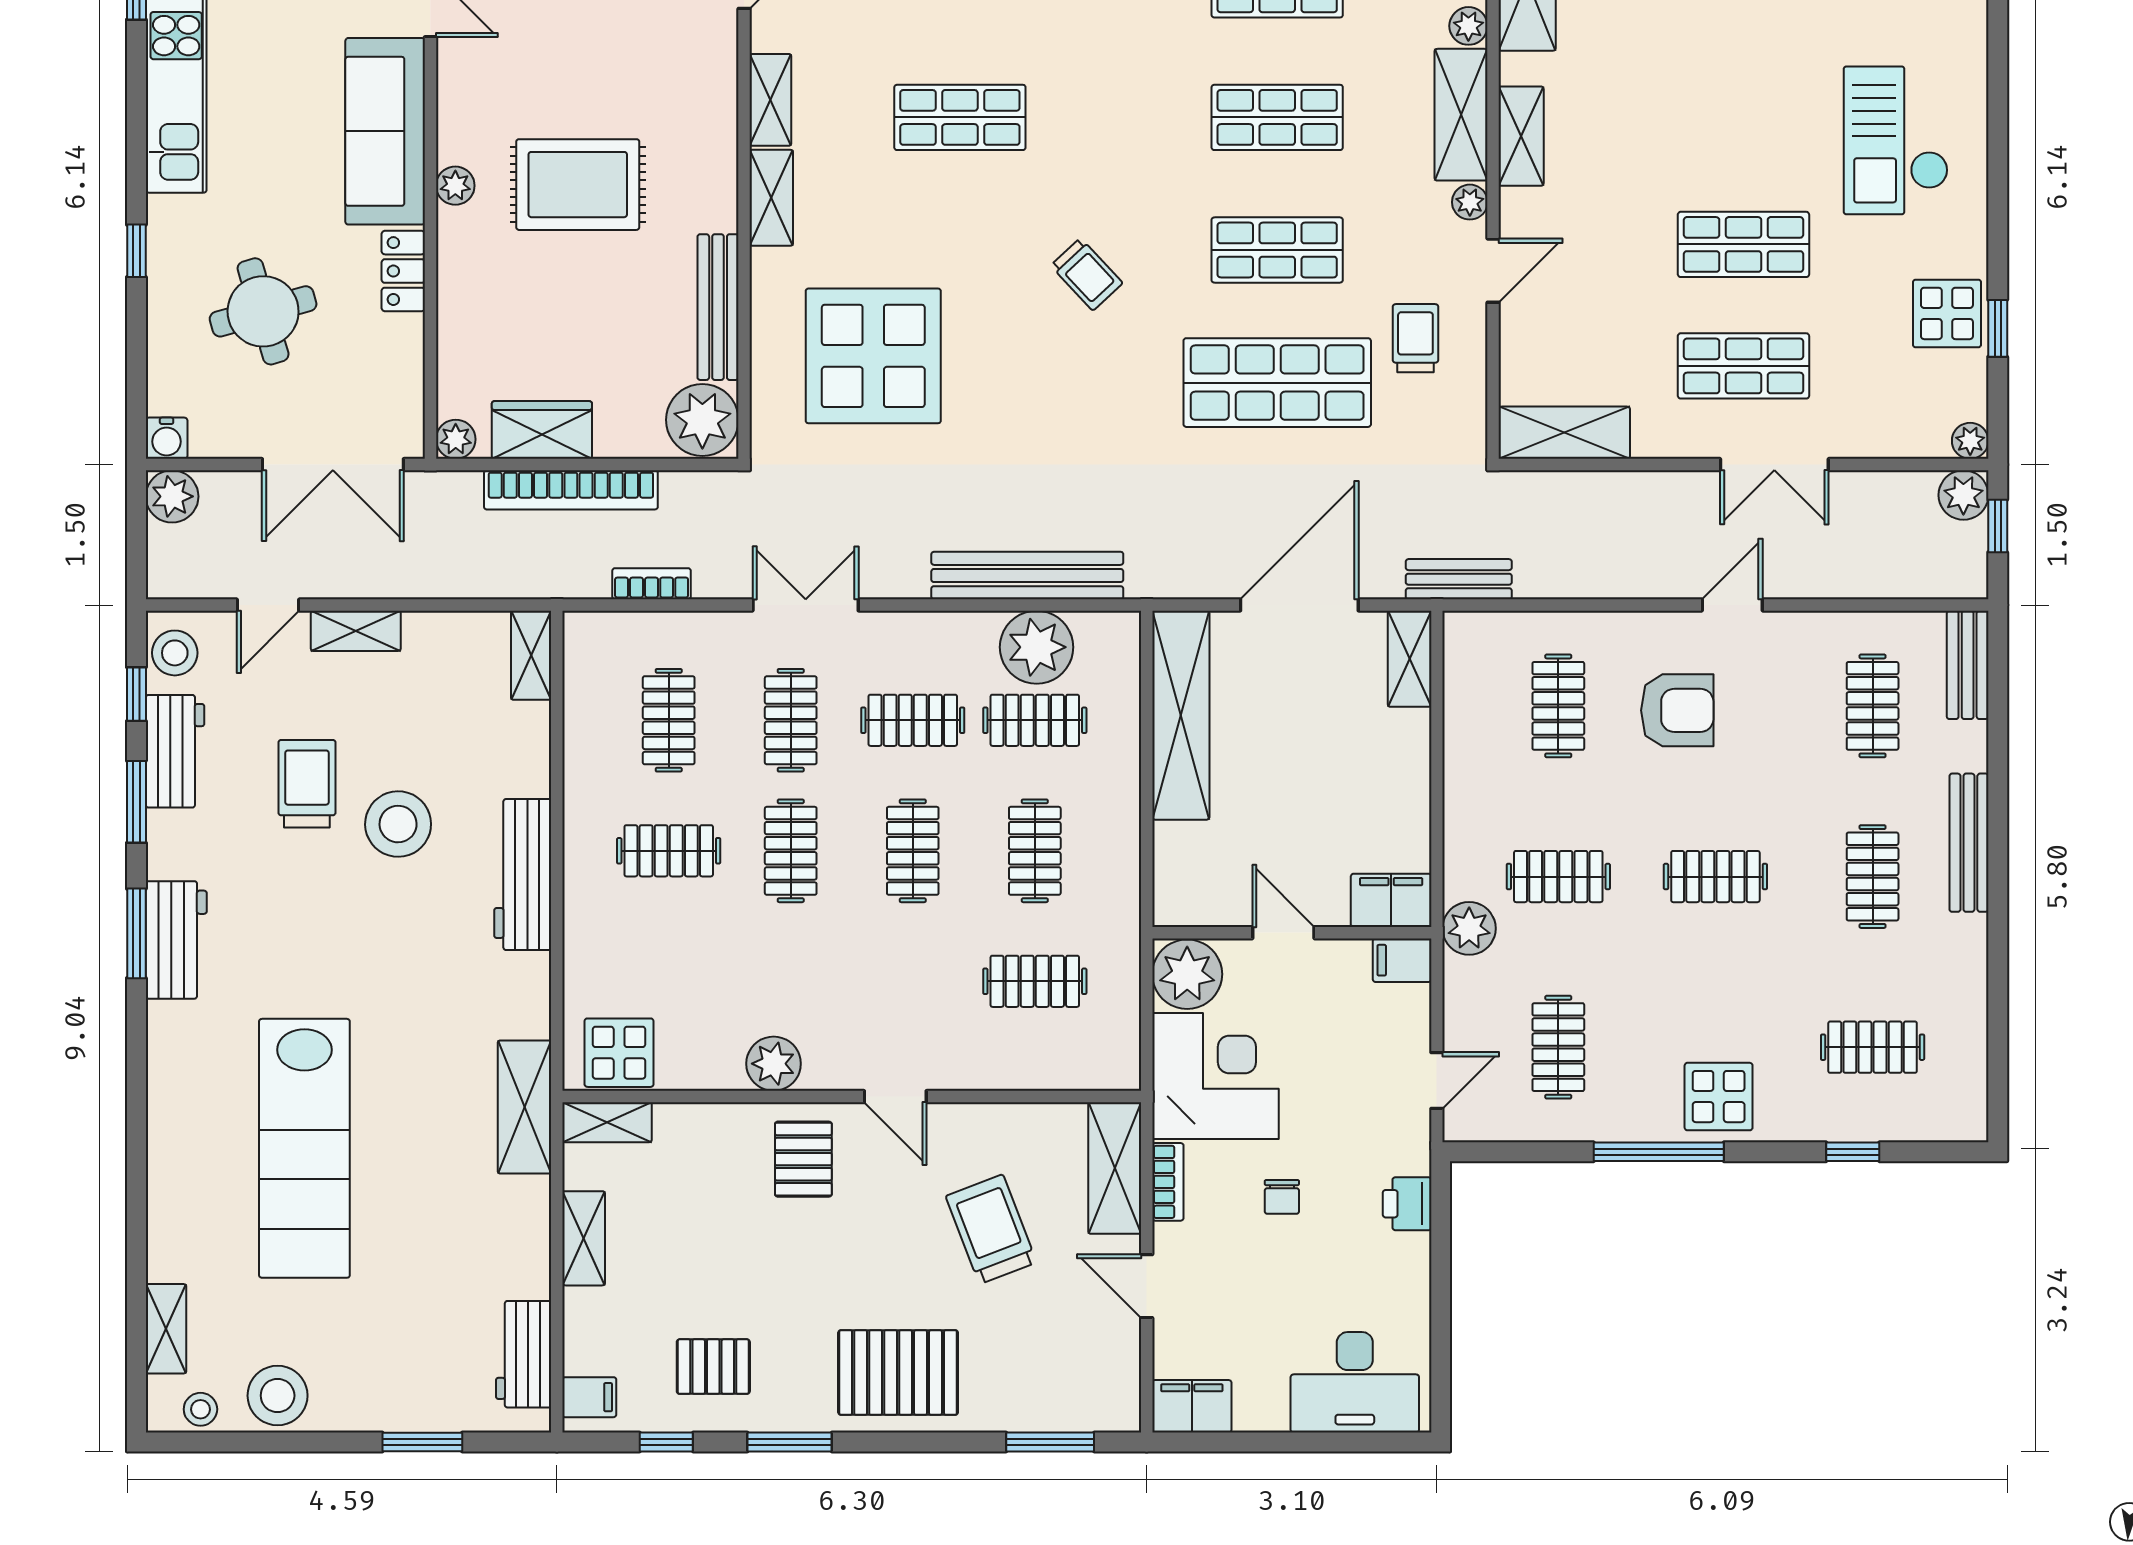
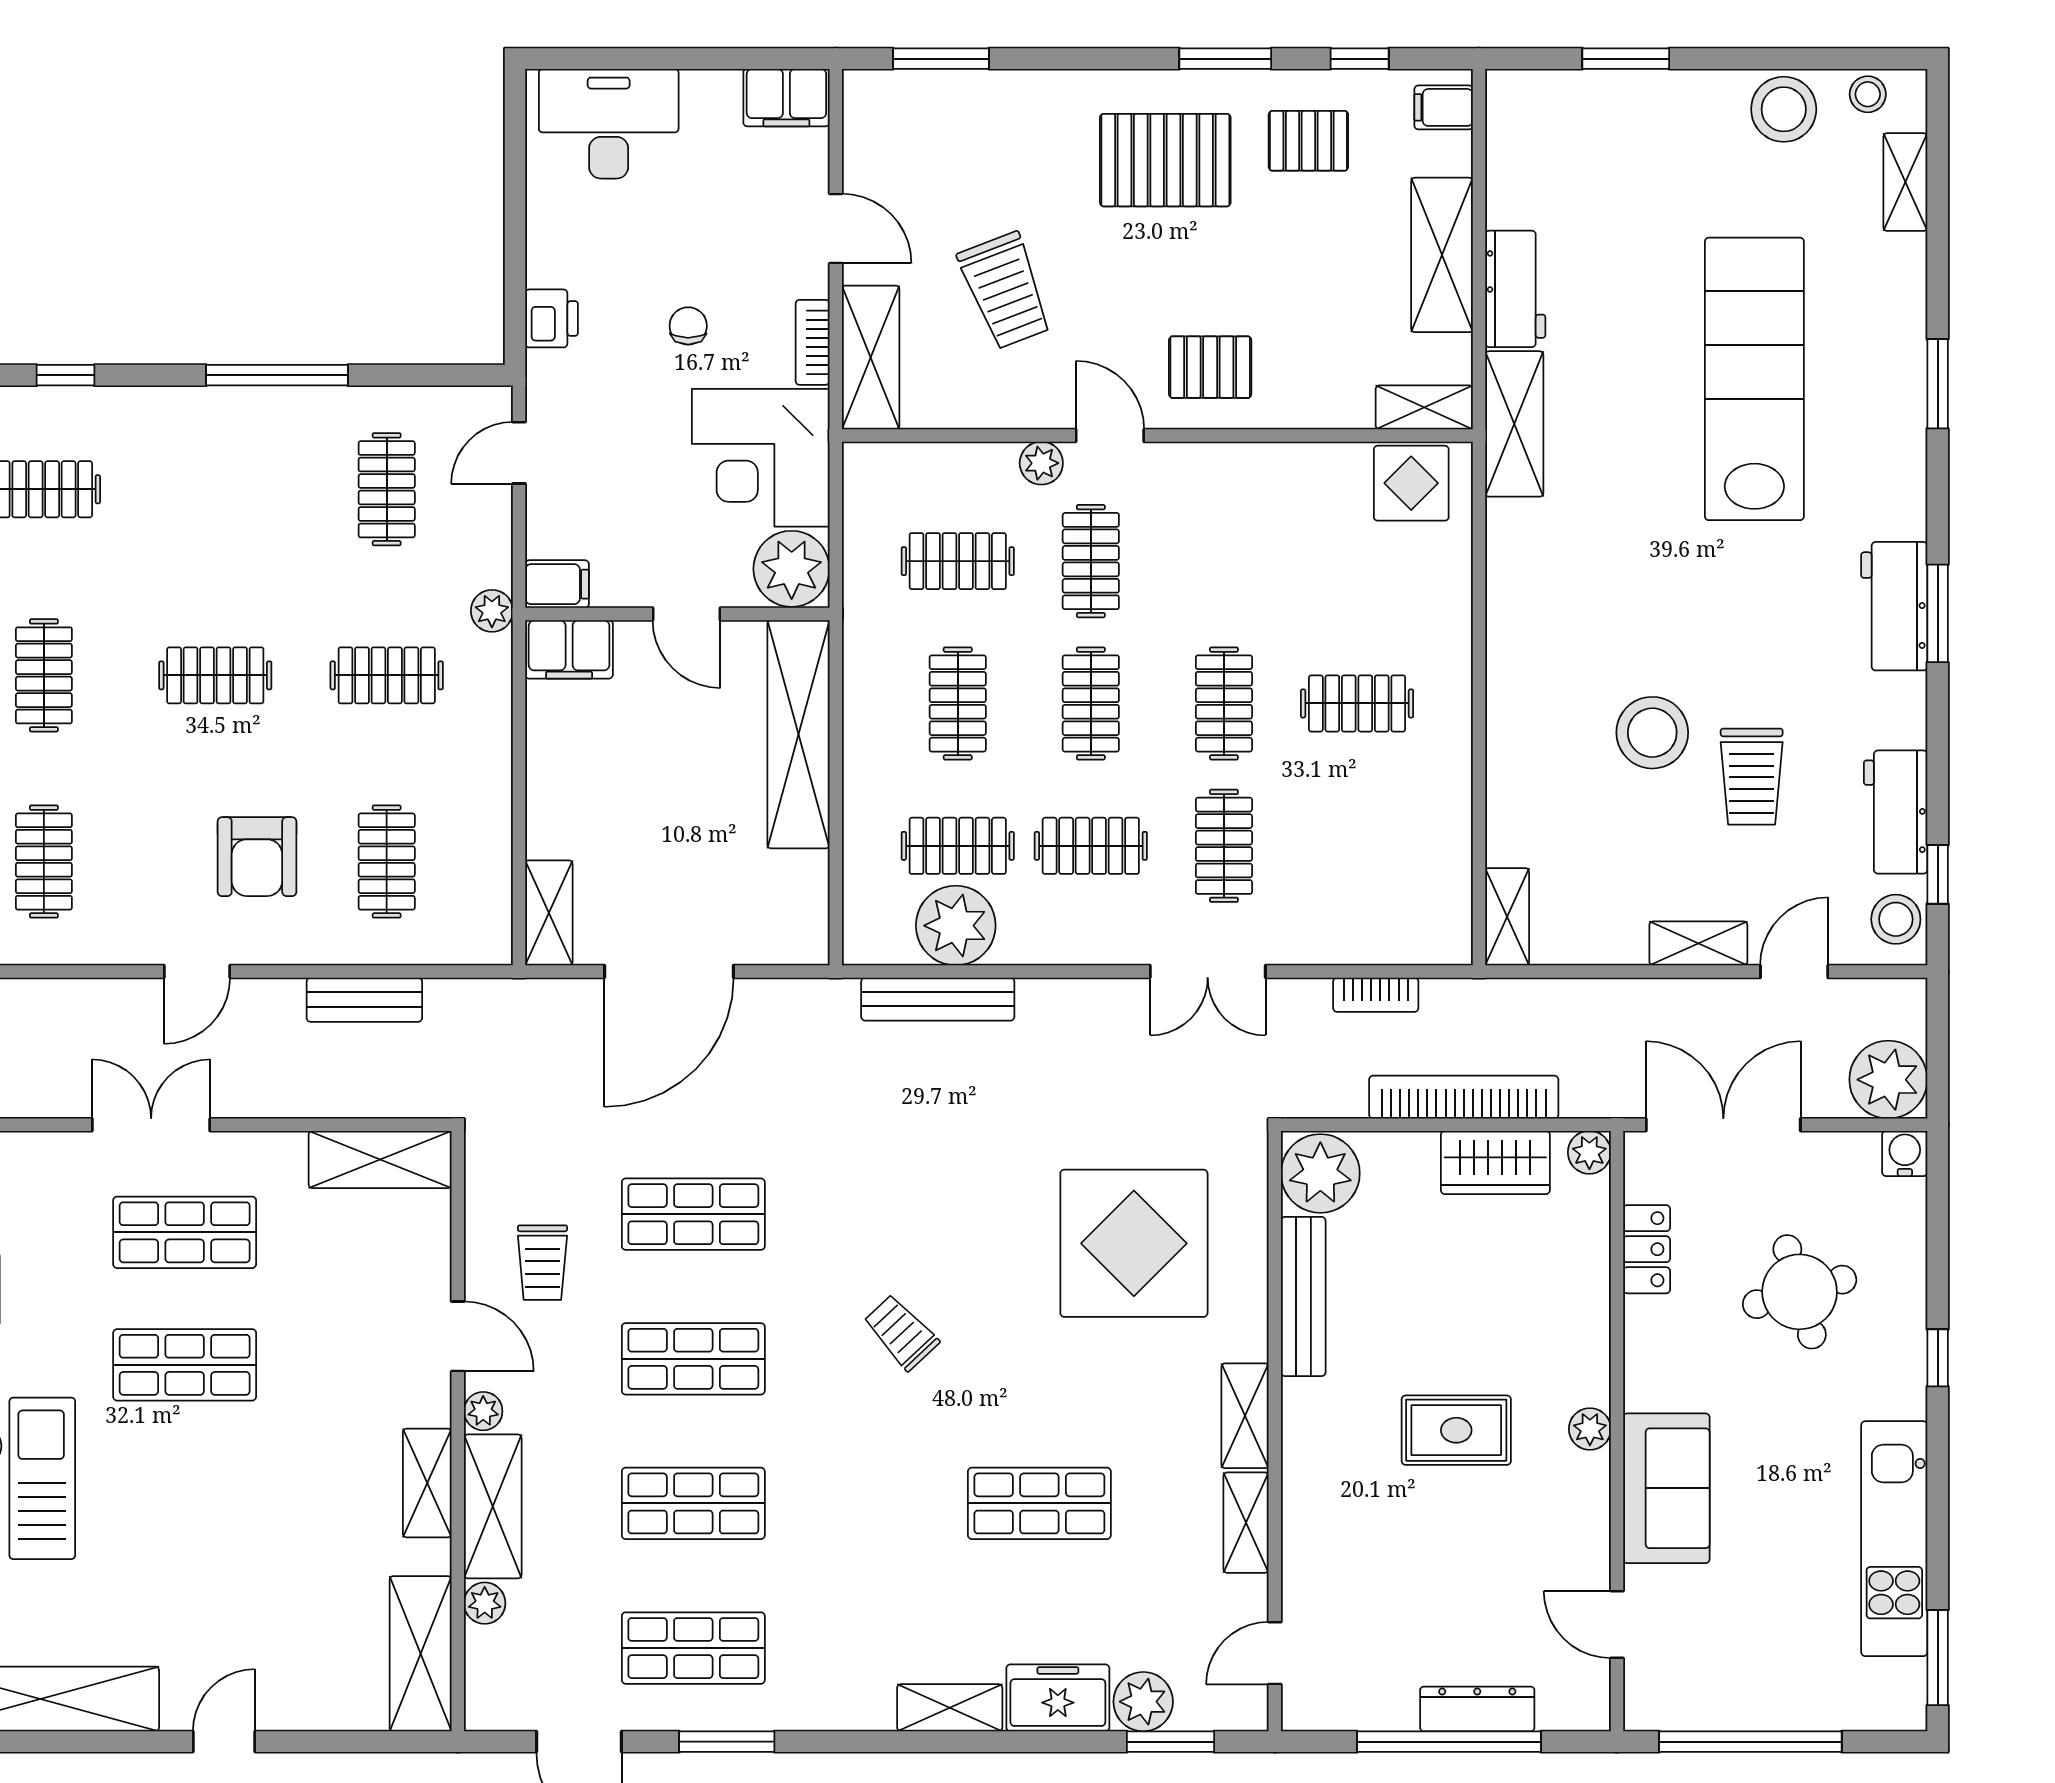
sofa: (385, 131) -> (1666, 1488), width x0.73
rug: (578, 185) -> (1456, 1430), width x0.73, depth x0.70
locker: (403, 271) -> (1647, 1249), moved
door: (1493, 271) -> (458, 1336), swing flipped
shop shelf: (1277, 383) -> (693, 1214), width x0.70, depth x0.74
plant: (172, 496) -> (1888, 1080), width x1.36, depth x1.36
bench: (1027, 576) -> (938, 999), width x0.73, depth x0.82
bench: (1459, 579) -> (364, 1000), moved
armchair: (1677, 710) -> (257, 857), turned -90
shelving: (1181, 715) -> (798, 734), moved
clothes rail: (669, 720) -> (1091, 561), moved
window: (136, 802) -> (1938, 384), moved
workbench: (523, 875) -> (1516, 678), removed
plant: (1469, 928) -> (492, 611), width x0.73, depth x0.73
plant: (774, 1064) -> (1041, 463), moved, width x0.73, depth x0.73
display table: (1719, 1097) -> (212, 435), removed
pallet: (803, 1159) -> (1210, 367), turned 90
shelving: (584, 1238) -> (1442, 255), width x1.50, depth x1.33
workbench: (524, 1354) -> (1515, 289), moved
pallet: (898, 1373) -> (1165, 160), moved

